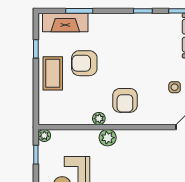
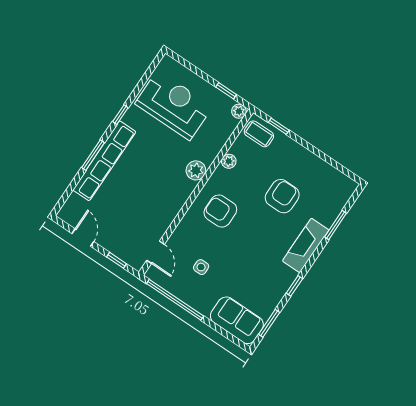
fireplace: (65, 23) -> (306, 245), moved
window: (36, 49) -> (279, 126), moved
coffee table: (53, 73) -> (259, 134), moved, width x0.73, depth x0.77
plant: (99, 119) -> (229, 161), moved

